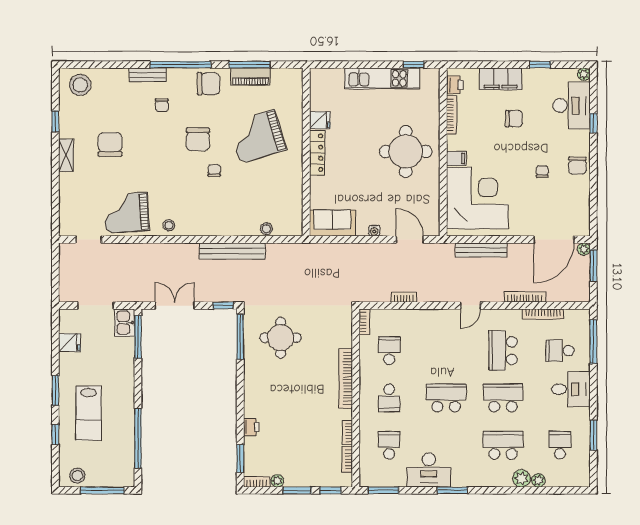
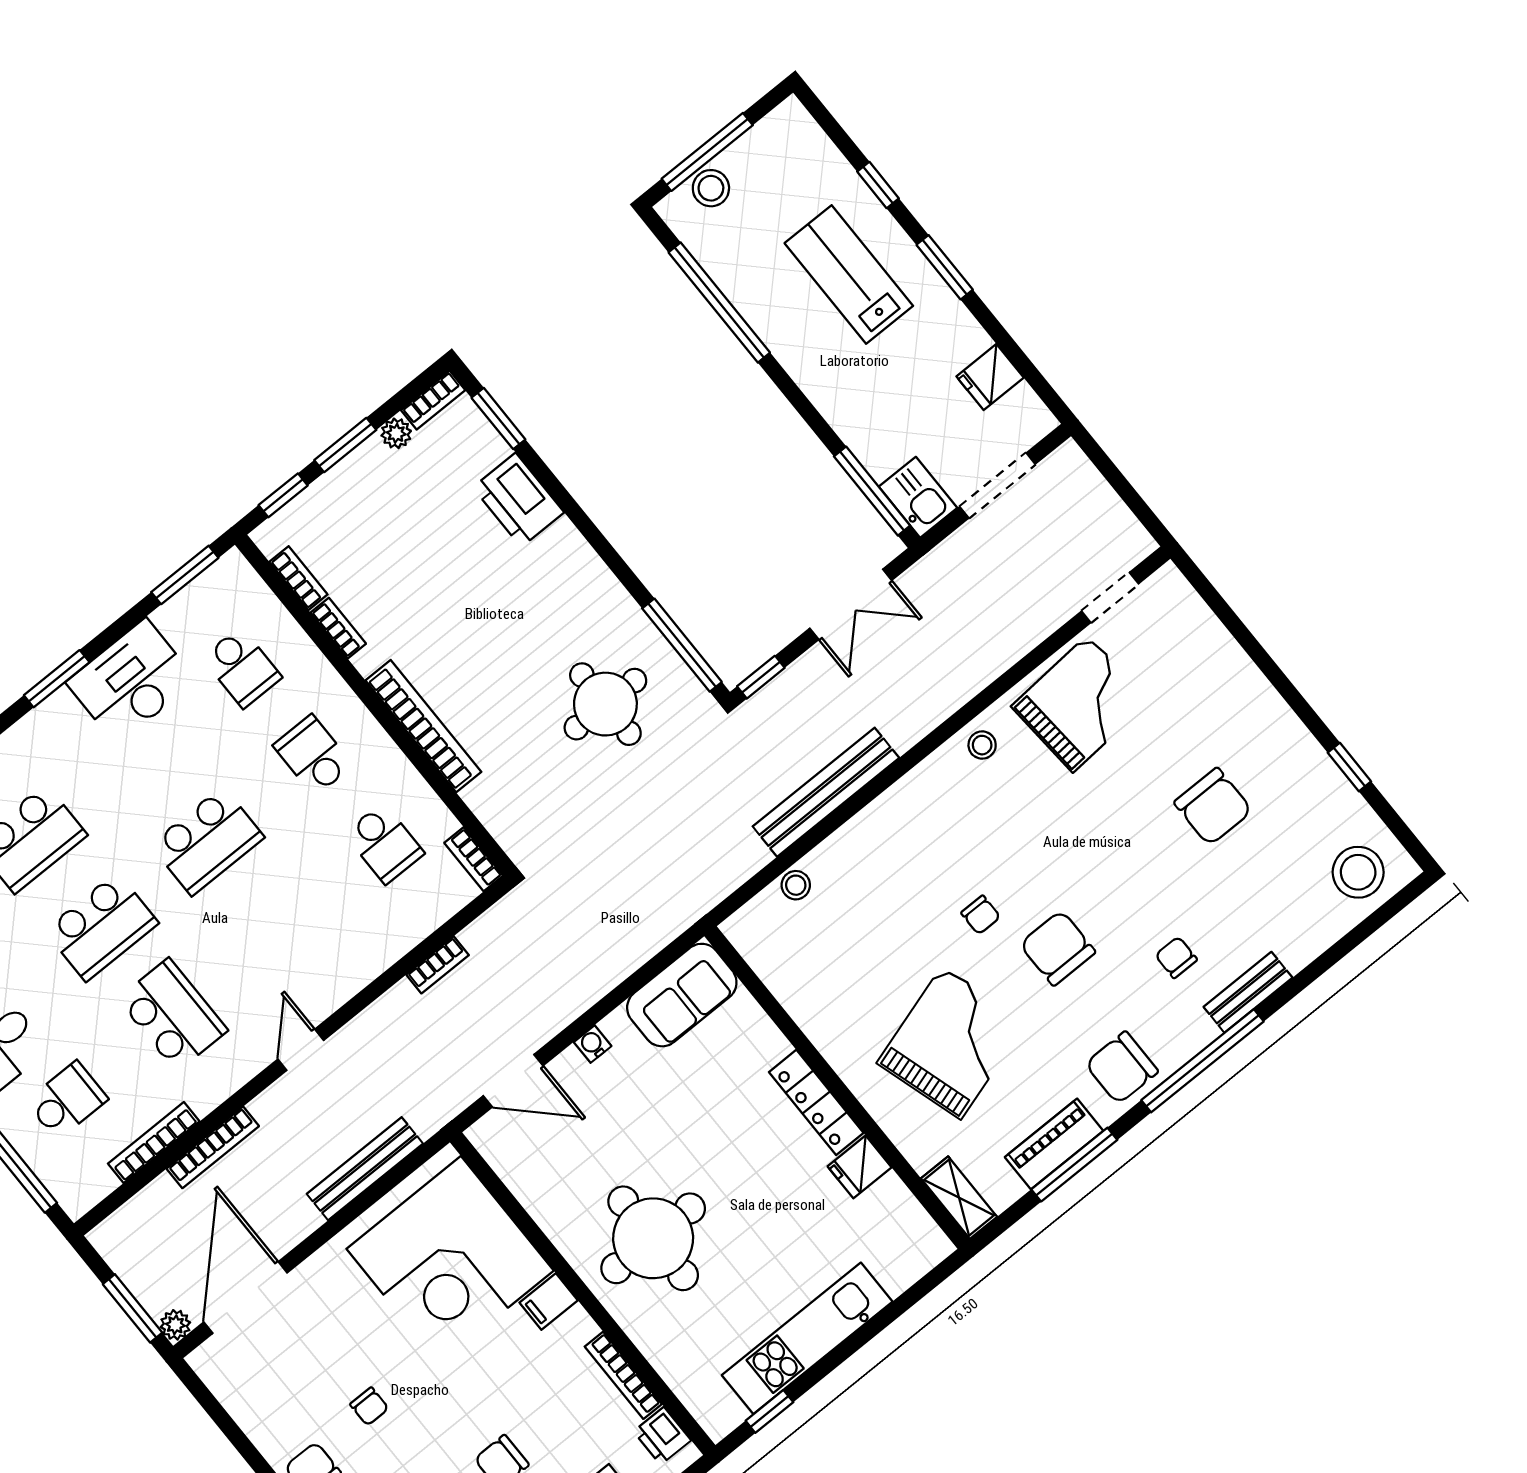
shelving: (66, 155) -> (959, 1198), moved
printer: (251, 427) -> (518, 500), width x1.87, depth x1.48
stool: (77, 476) -> (711, 188), moved

